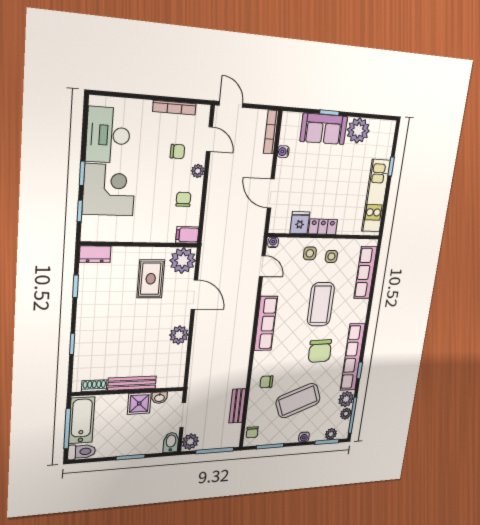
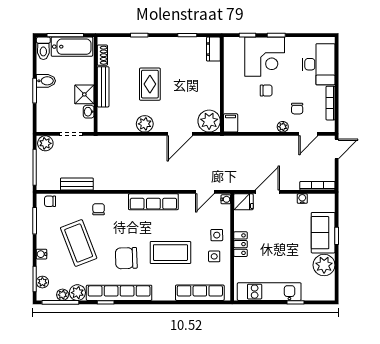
desk: (108, 135) -> (319, 64), moved, turned 90
chair: (183, 199) -> (266, 91), moved
fridge: (300, 223) -> (243, 202), moved
rug: (151, 279) -> (150, 84), moved, turned 90
bidet: (171, 442) -> (46, 81), moved

